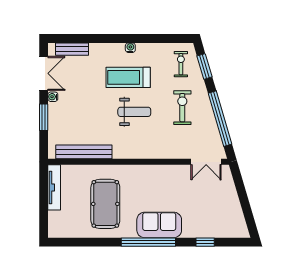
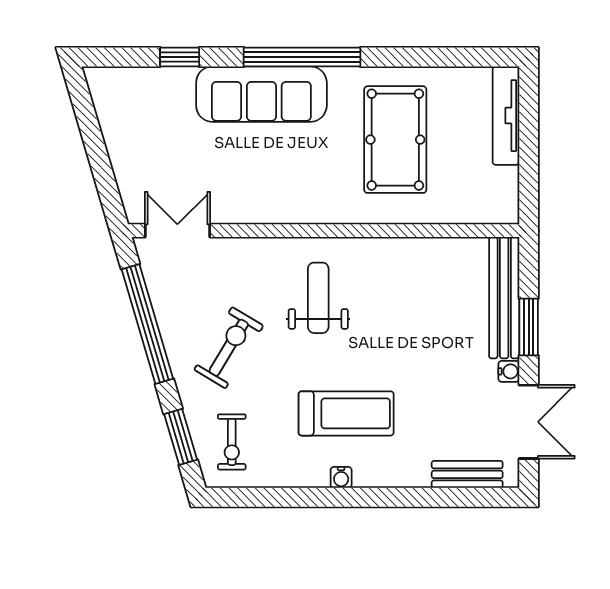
double door: (44, 73) -> (529, 422), swing flipped
exercise bike: (182, 108) -> (229, 348), turned -149
weight bench: (134, 112) -> (318, 298), moved, turned 90
bench: (84, 152) -> (504, 298), moved, turned 90
tv unit: (54, 187) -> (506, 116), moved
sofa: (159, 225) -> (261, 94), width x1.36

